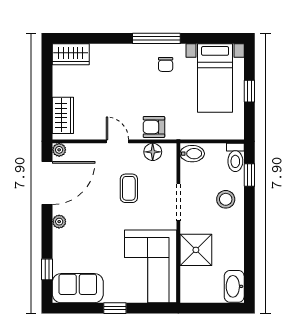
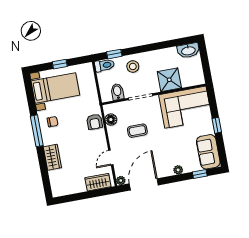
wardrobe: (71, 54) -> (52, 157), moved
door: (117, 141) -> (111, 158), moved
bidet: (192, 154) -> (117, 92), moved
door: (47, 183) -> (144, 184), hinge flipped
plant: (59, 222) -> (178, 170), moved

